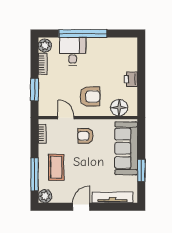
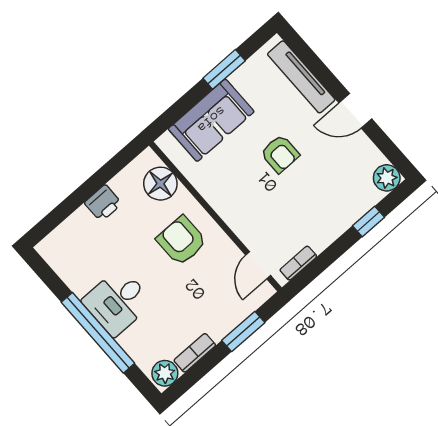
desk: (73, 51) -> (117, 302), moved
door: (66, 118) -> (258, 265), moved
armchair: (86, 136) -> (280, 154), moved
sofa: (126, 148) -> (211, 120), width x0.73
coffee table: (56, 167) -> (330, 199), removed
window: (35, 175) -> (368, 221), width x0.46

